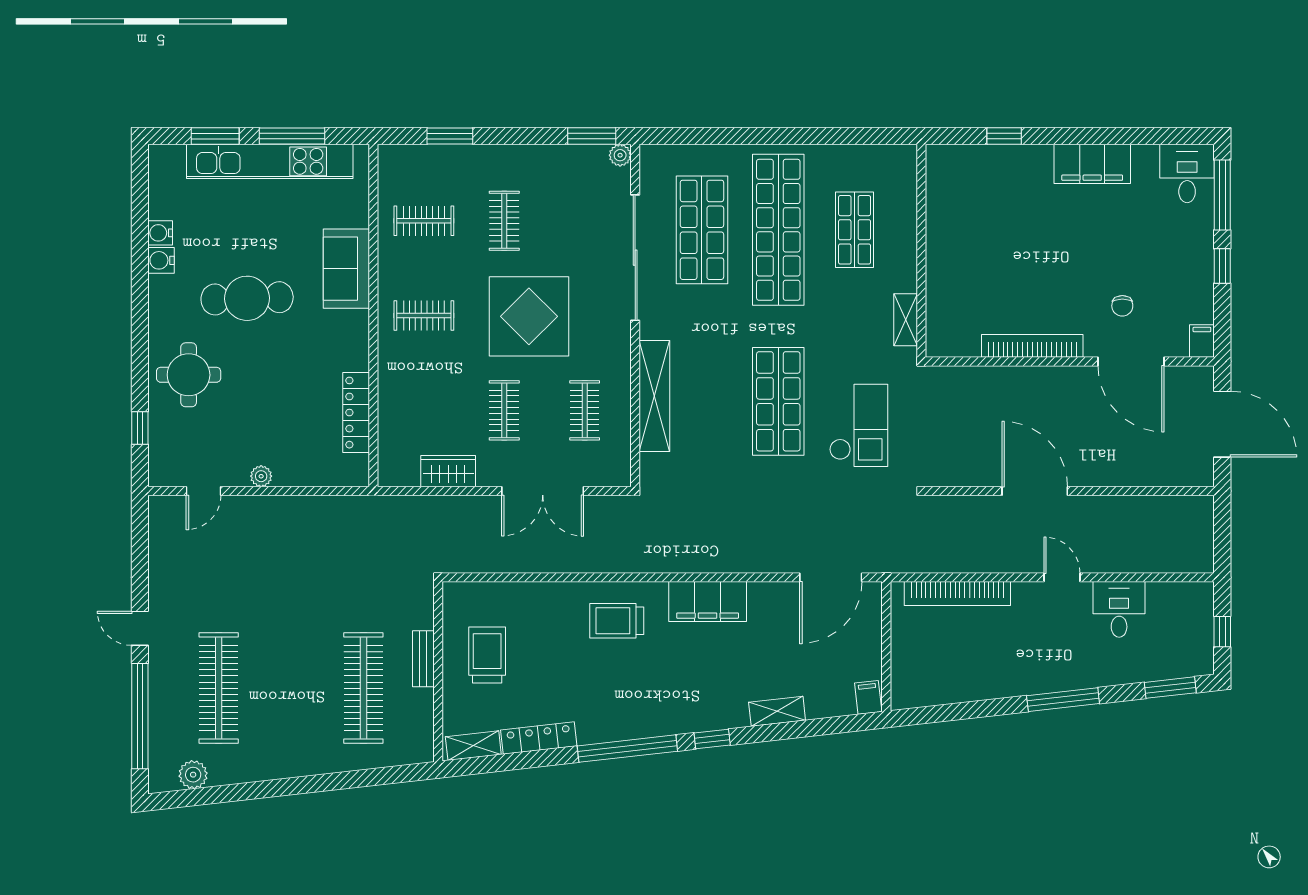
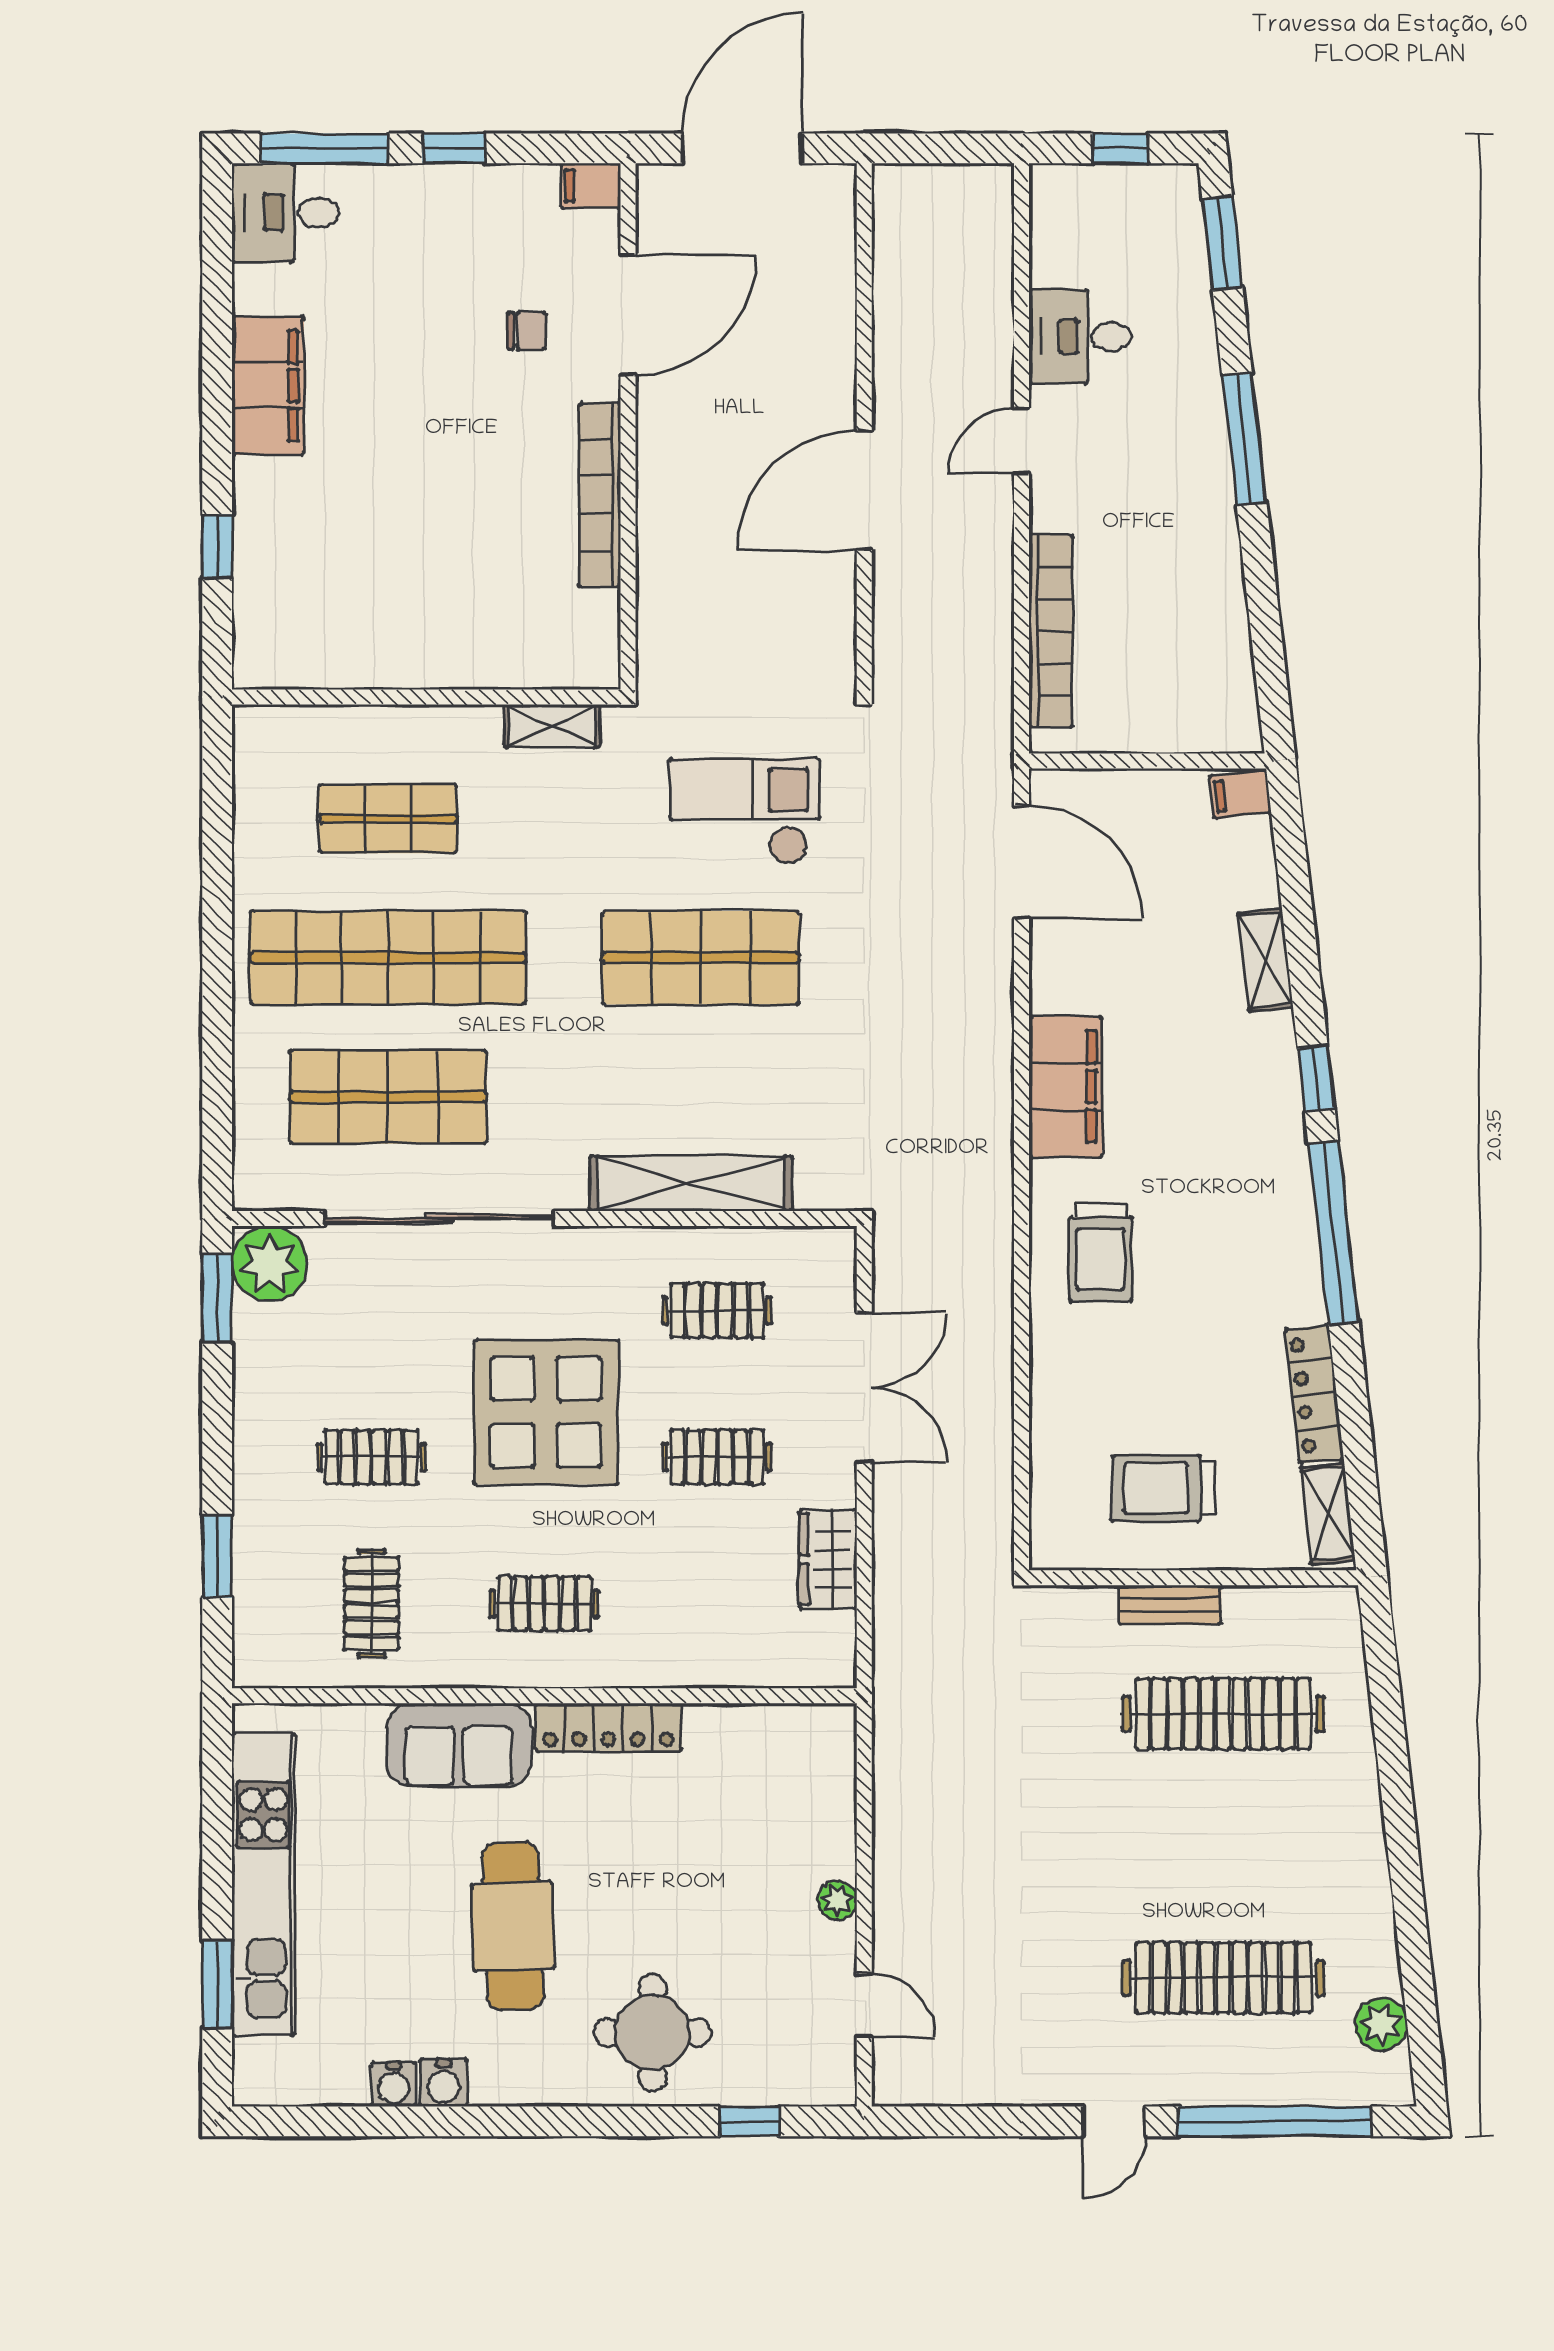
window: (292, 136) -> (217, 1844), removed
plant: (620, 155) -> (270, 1264), width x1.88, depth x1.88
clothes rail: (424, 316) -> (544, 1604), turned 90
locker: (356, 413) -> (608, 1727), moved

